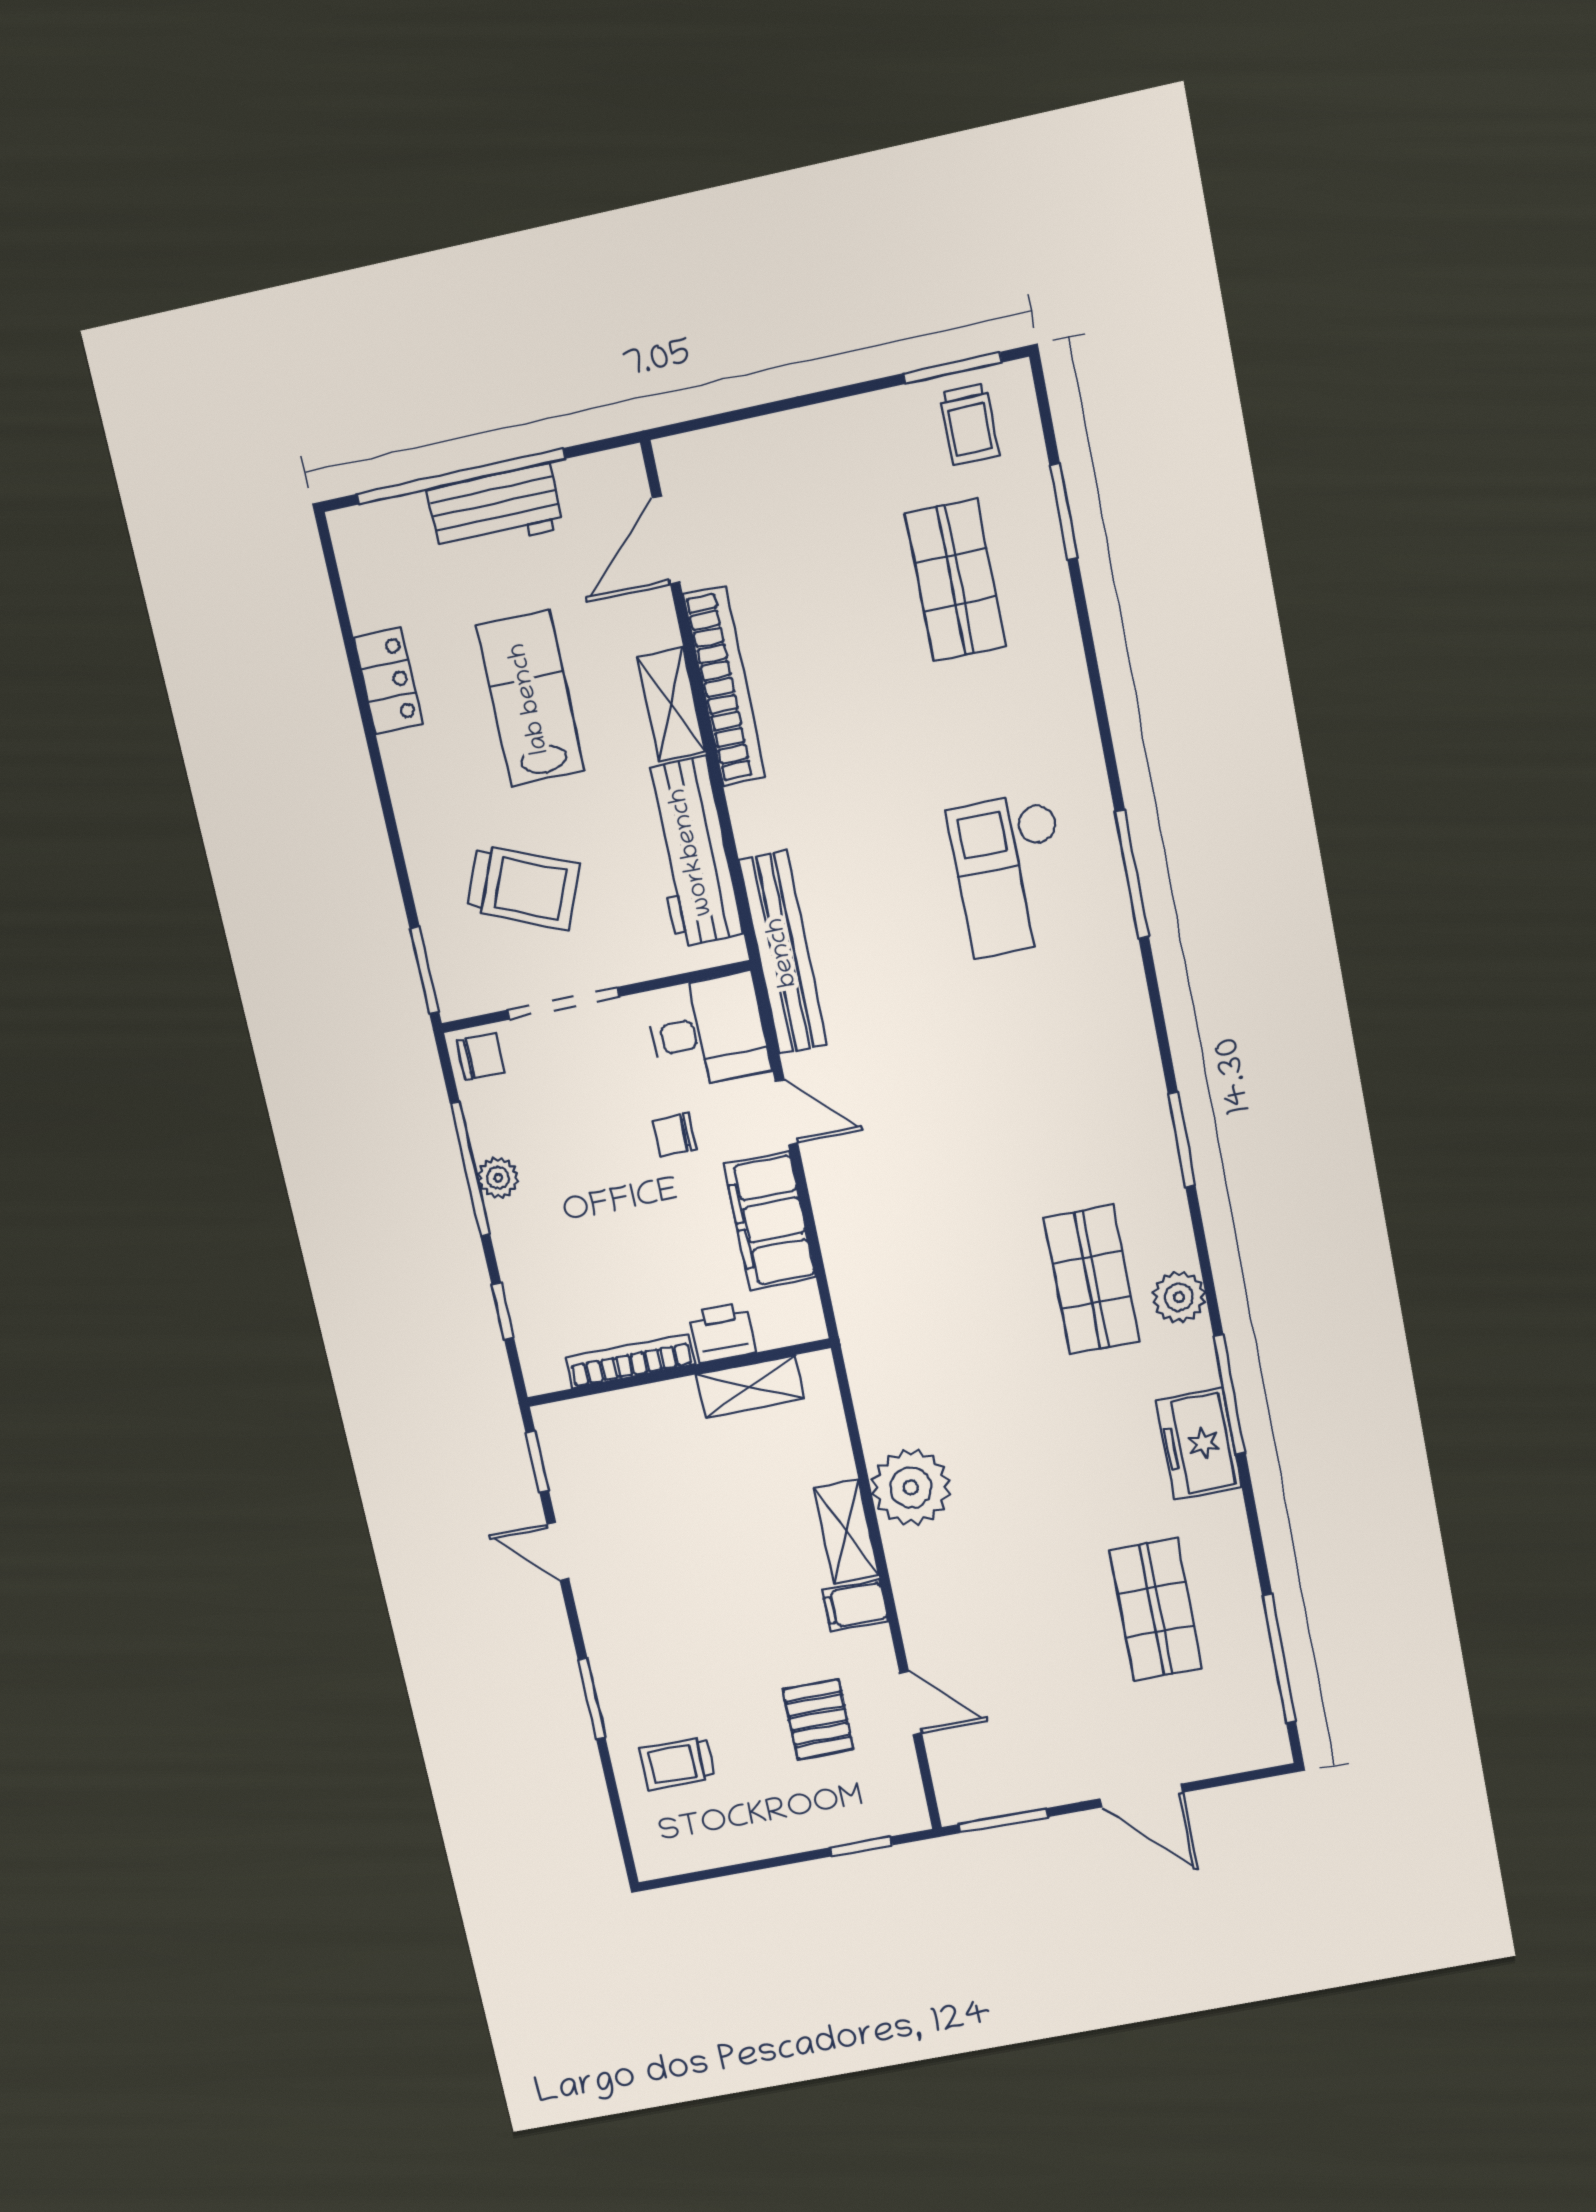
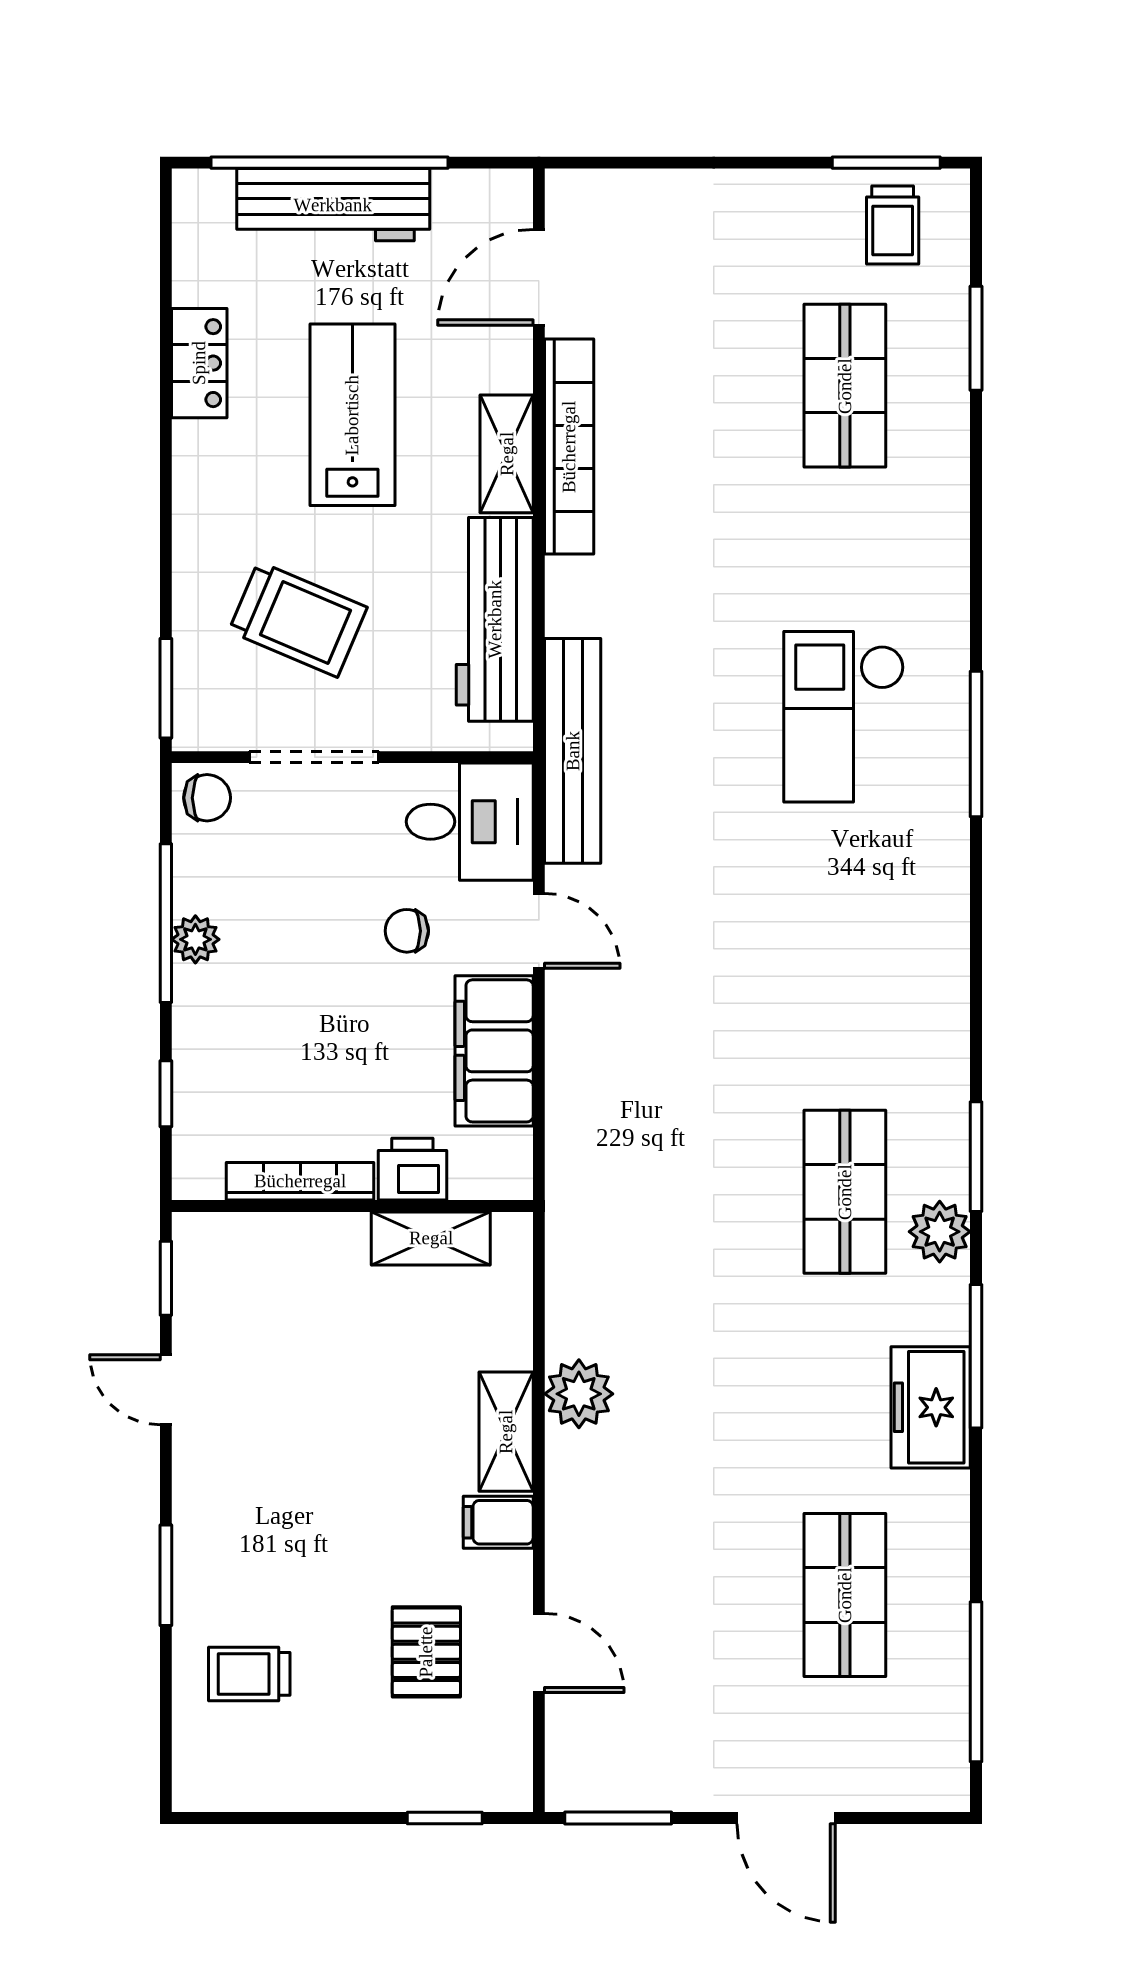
workbench: (495, 509) -> (333, 205), width x1.37
window: (1182, 1140) -> (976, 1157), moved
plant: (911, 1487) -> (579, 1394), width x0.73, depth x0.73

